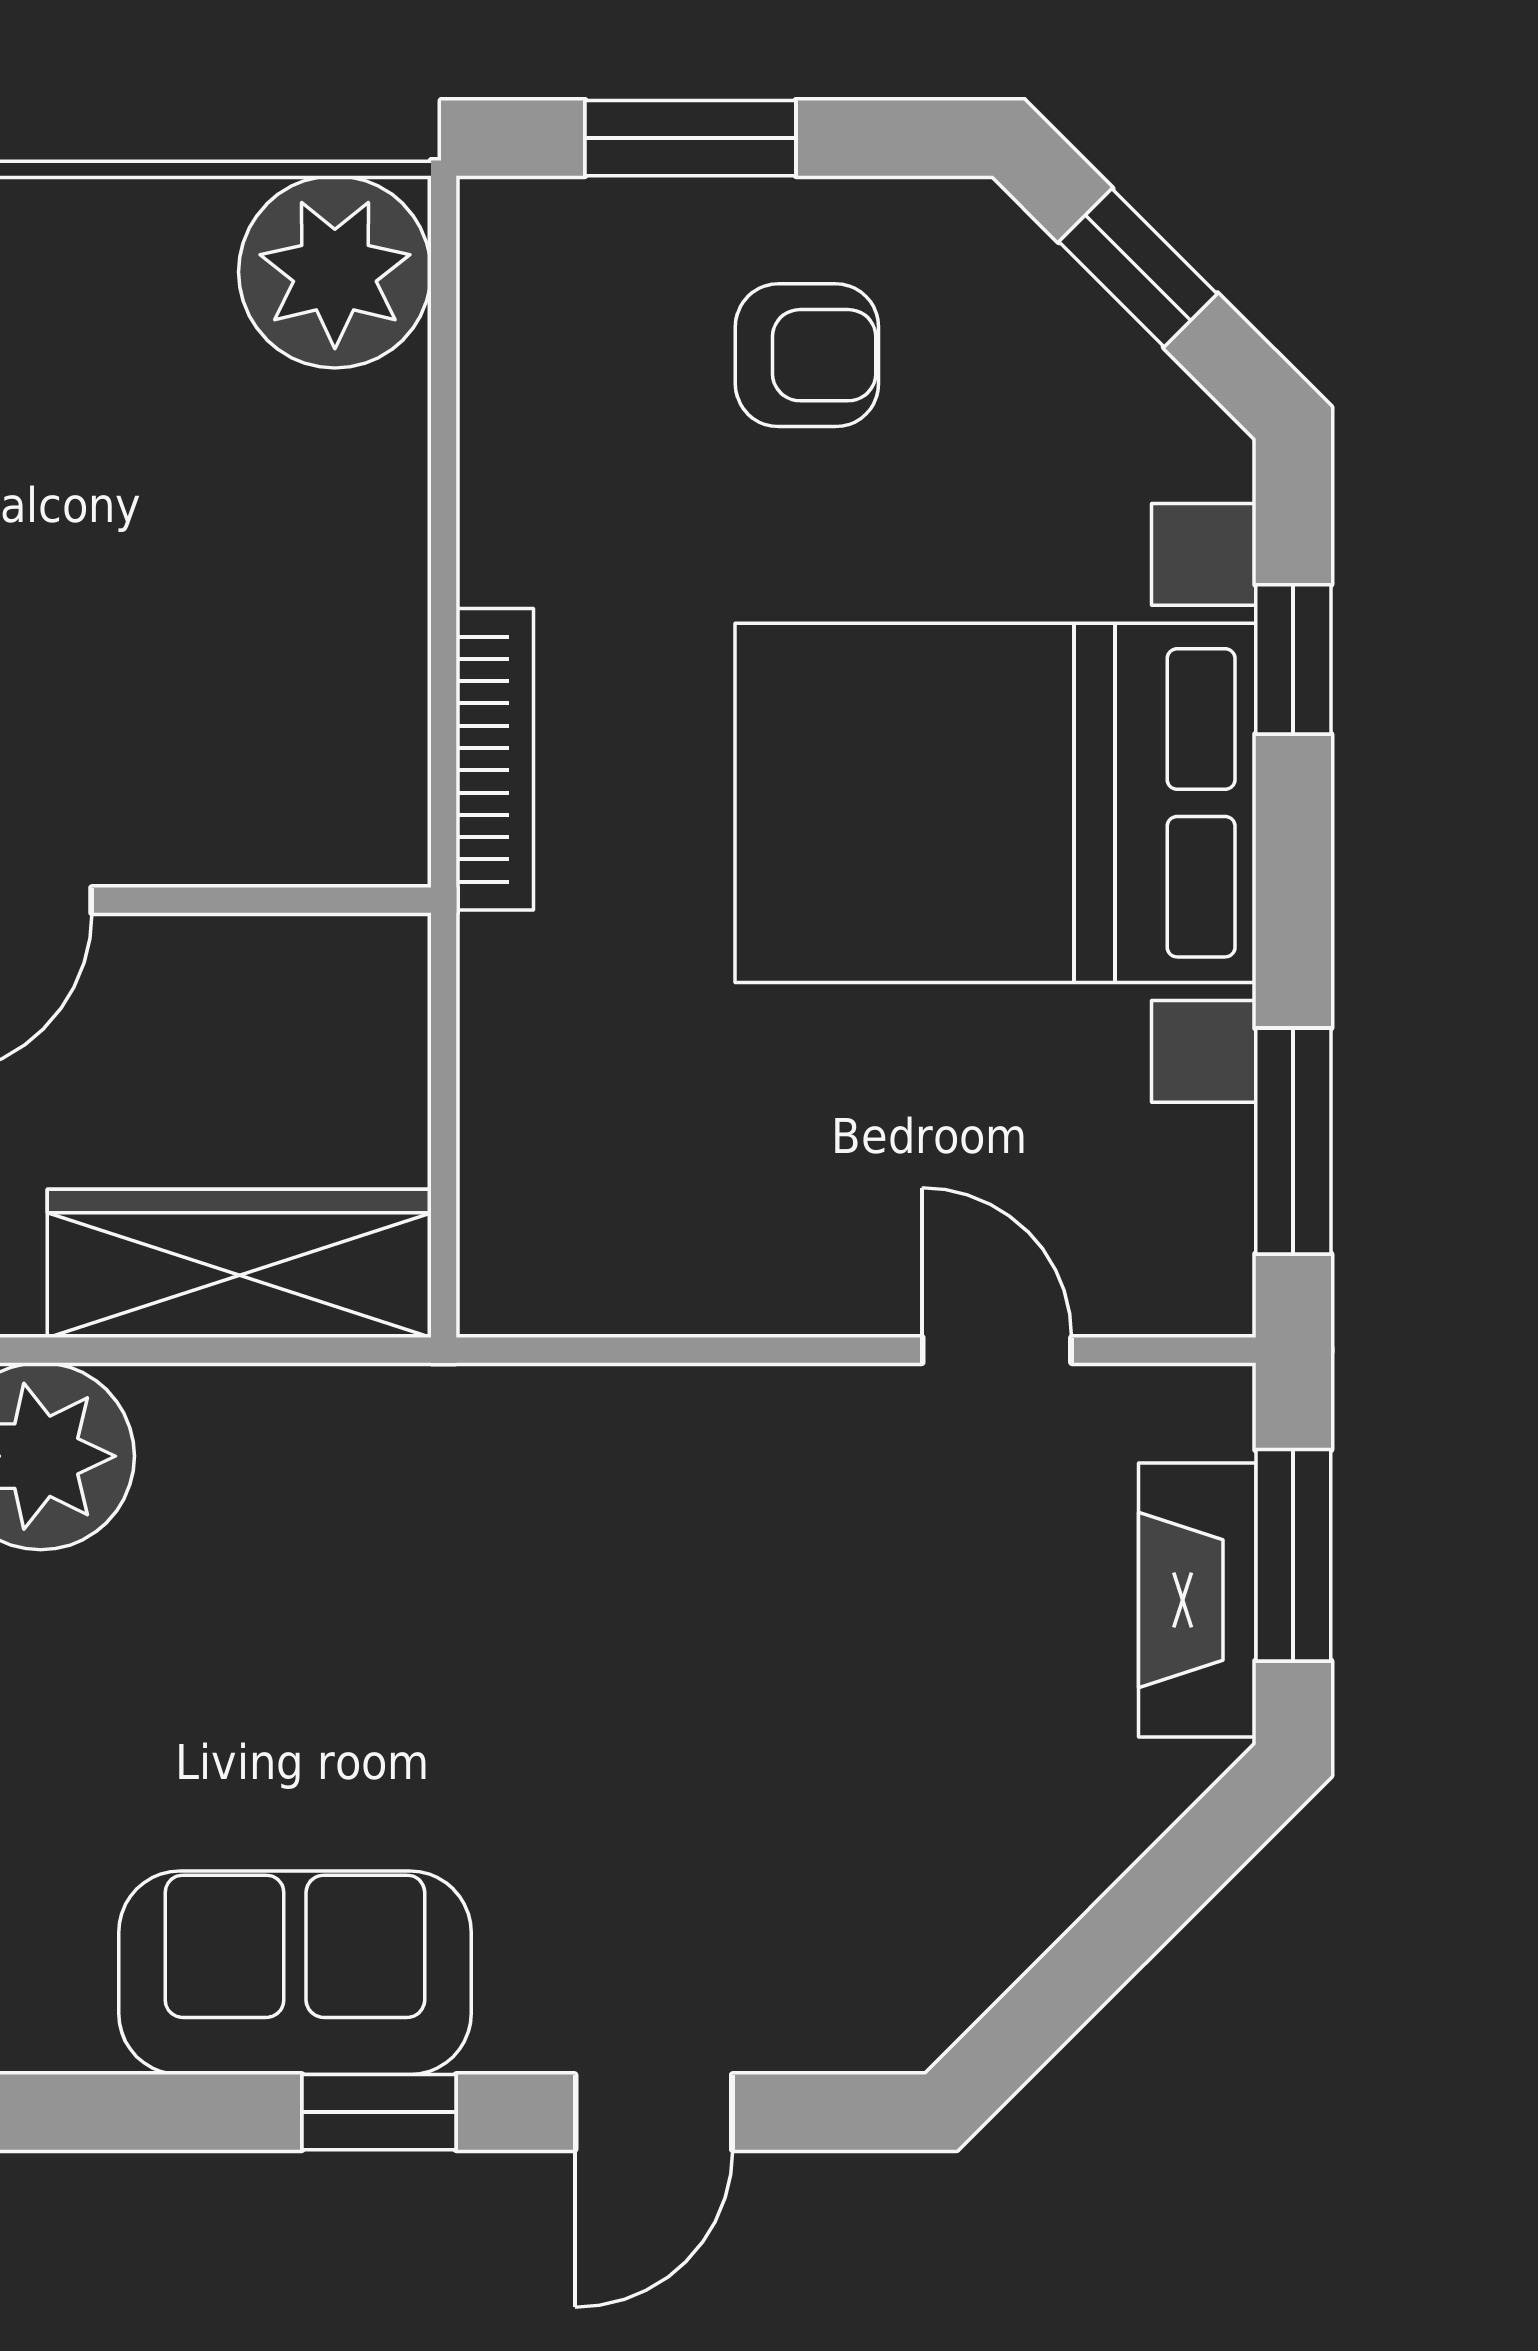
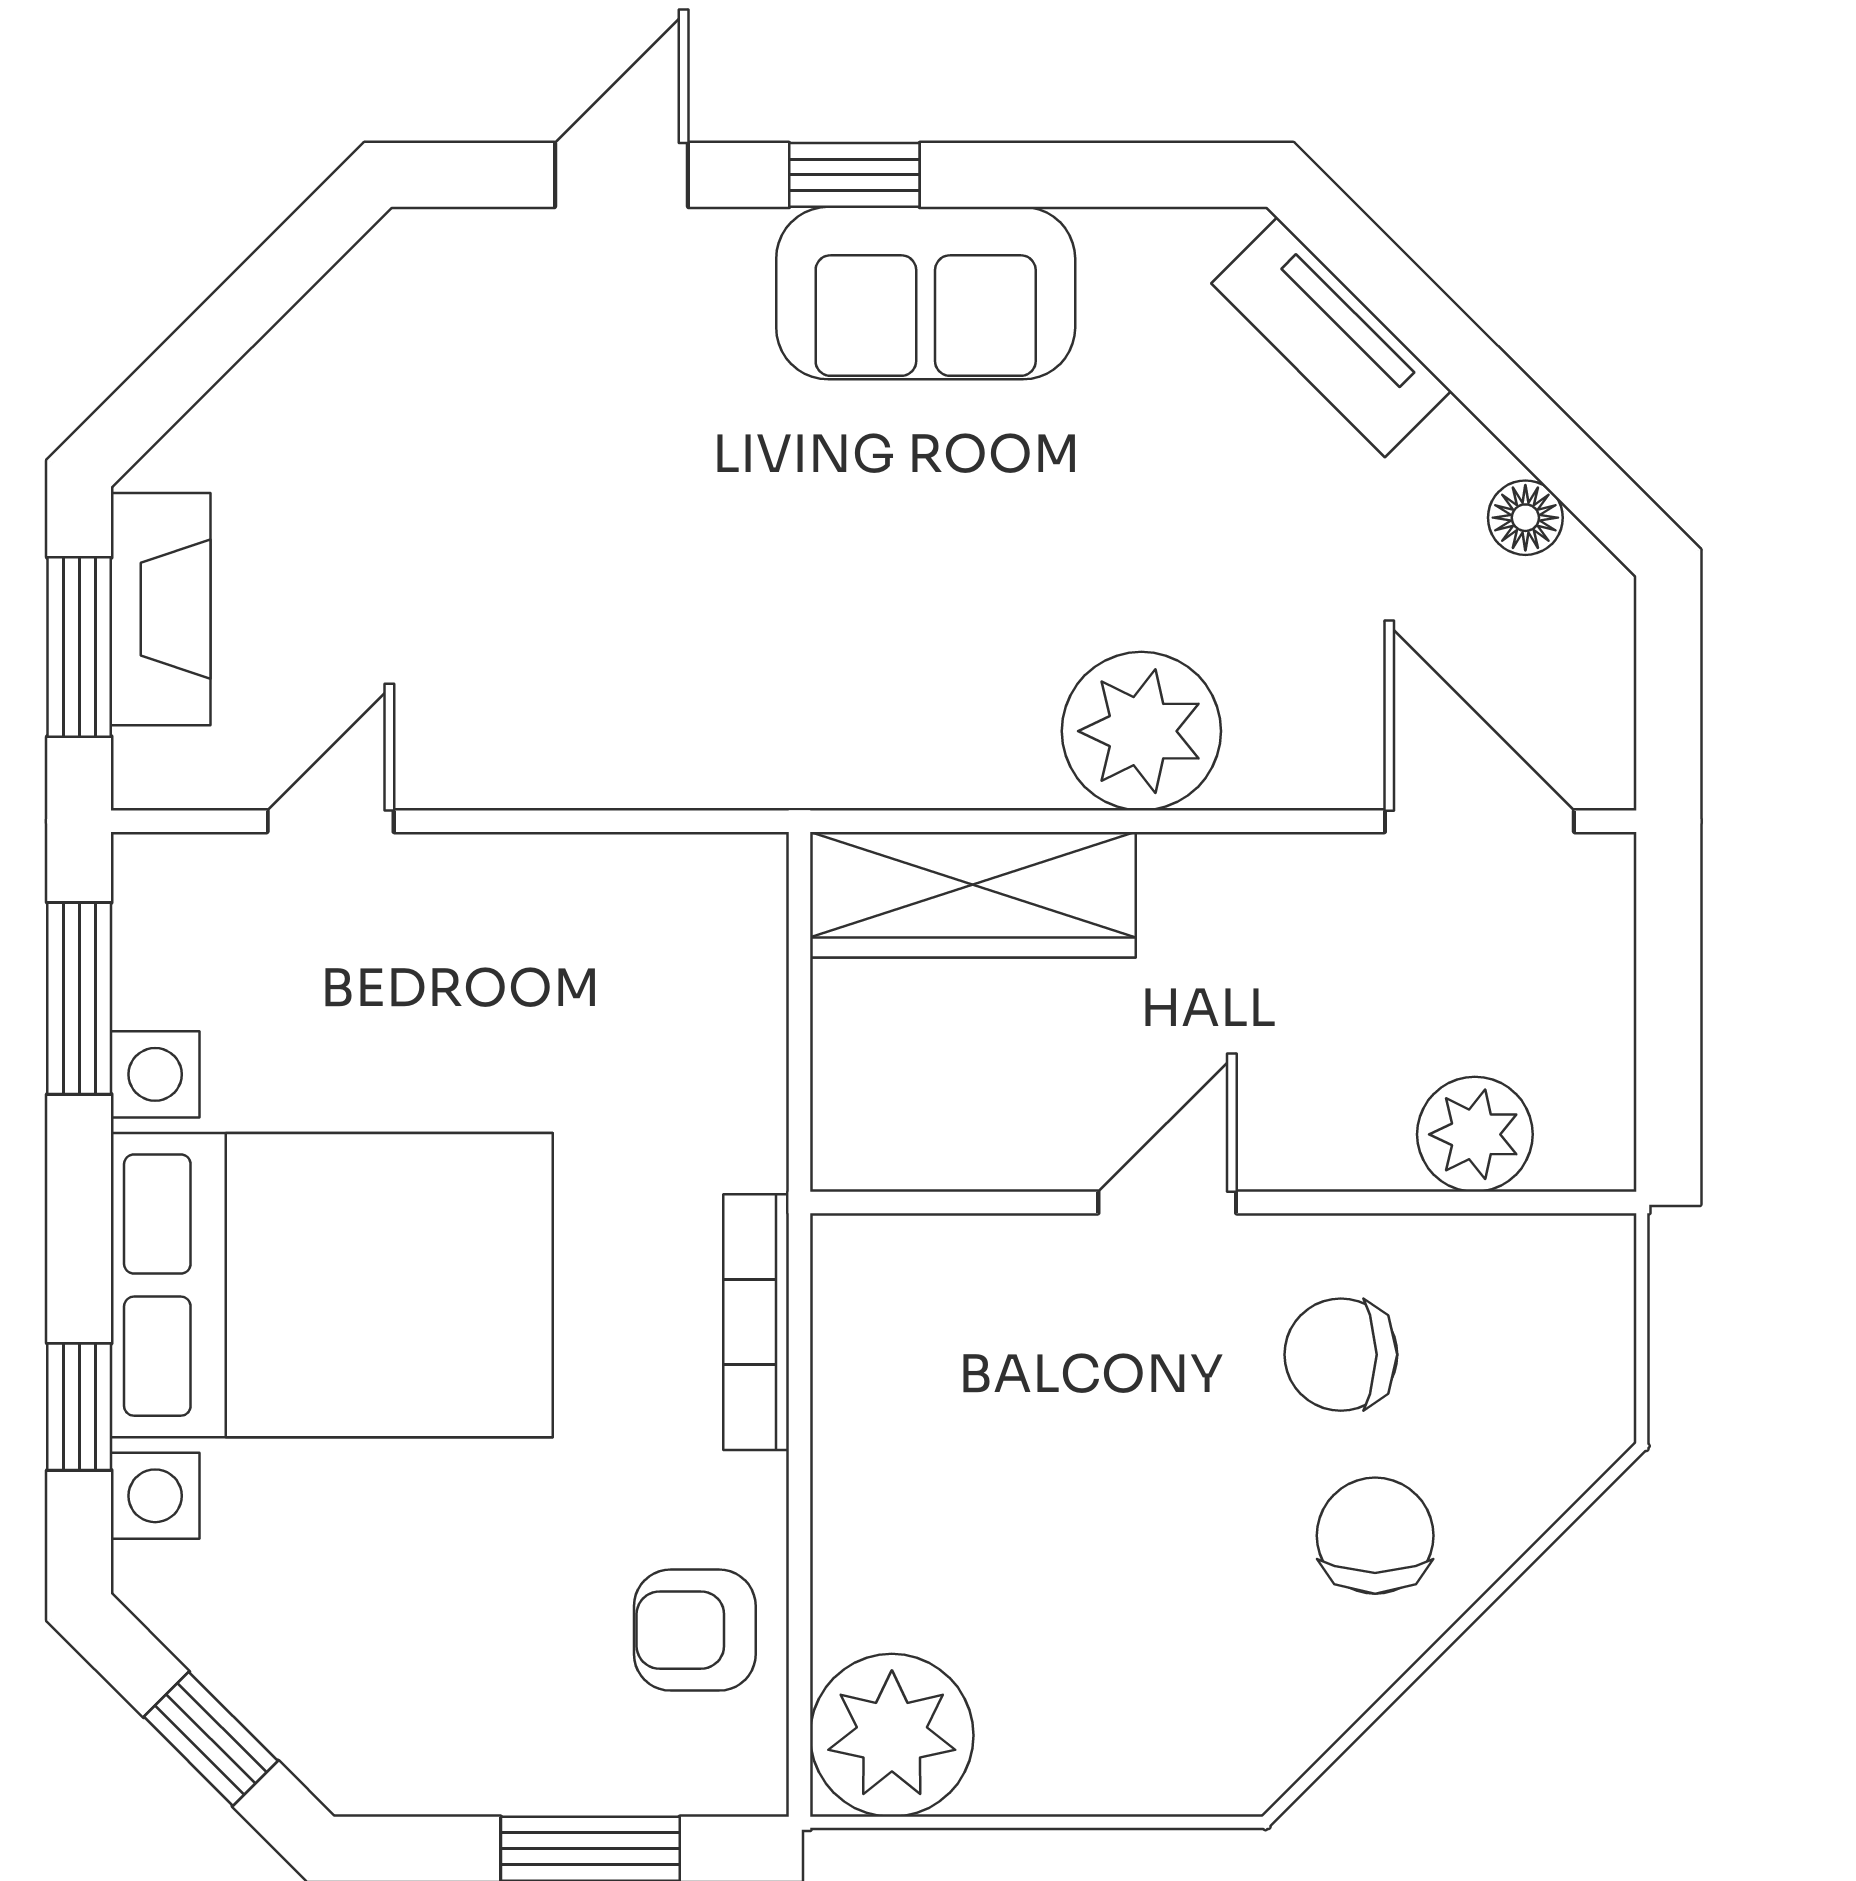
armchair: (807, 355) -> (695, 1630), moved
door: (997, 1350) -> (331, 821), swing flipped

